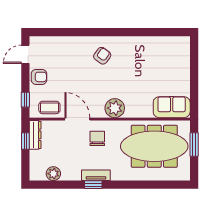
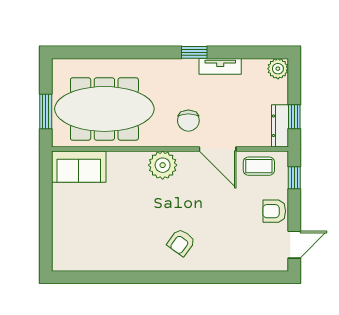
plant: (53, 174) -> (278, 69), moved
tv unit: (96, 175) -> (220, 66), moved

